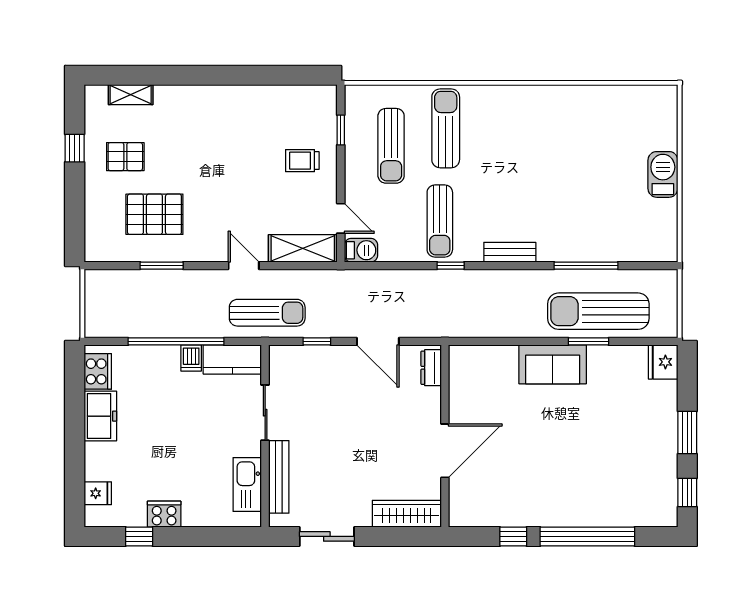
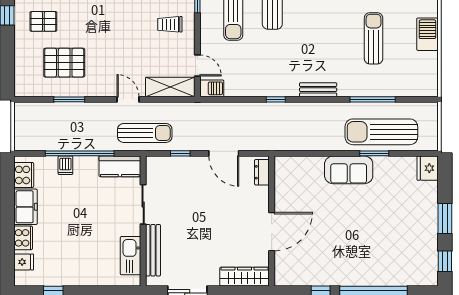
sun lounger: (440, 221) -> (374, 38), moved, turned 180
dishwasher: (191, 358) -> (65, 165), moved
cooker: (164, 514) -> (23, 238), moved, turned 90

